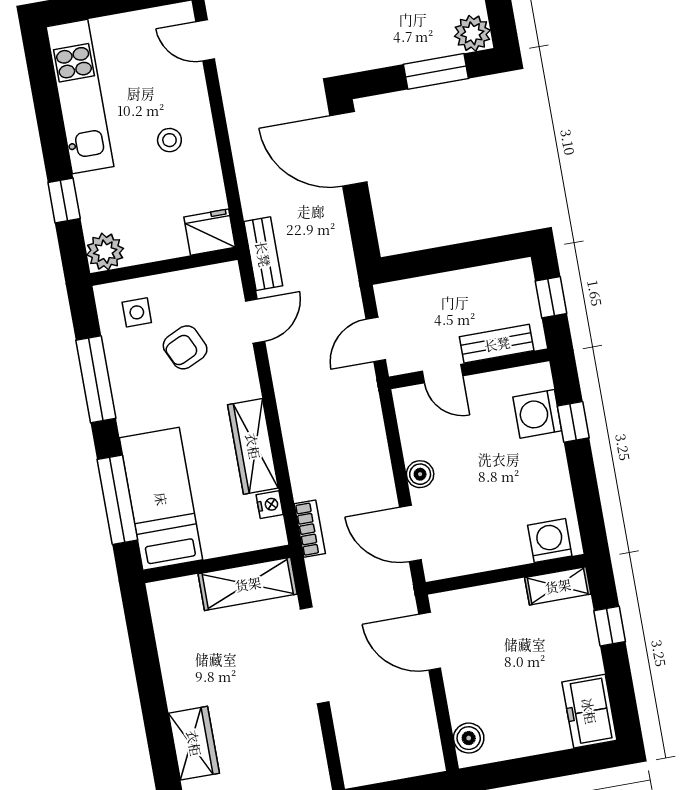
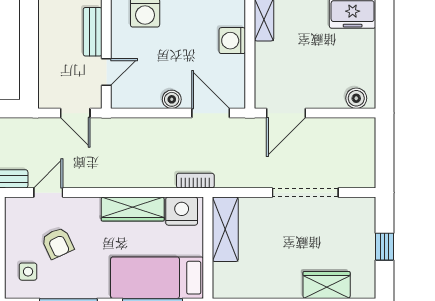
door: (255, 321) -> (48, 193), hinge flipped
nightstand: (270, 505) -> (182, 211), width x1.89, depth x1.79
door: (410, 534) -> (211, 113), swing flipped
washing machine: (550, 541) -> (232, 41), moved
doorway: (315, 655) -> (305, 193), moved

